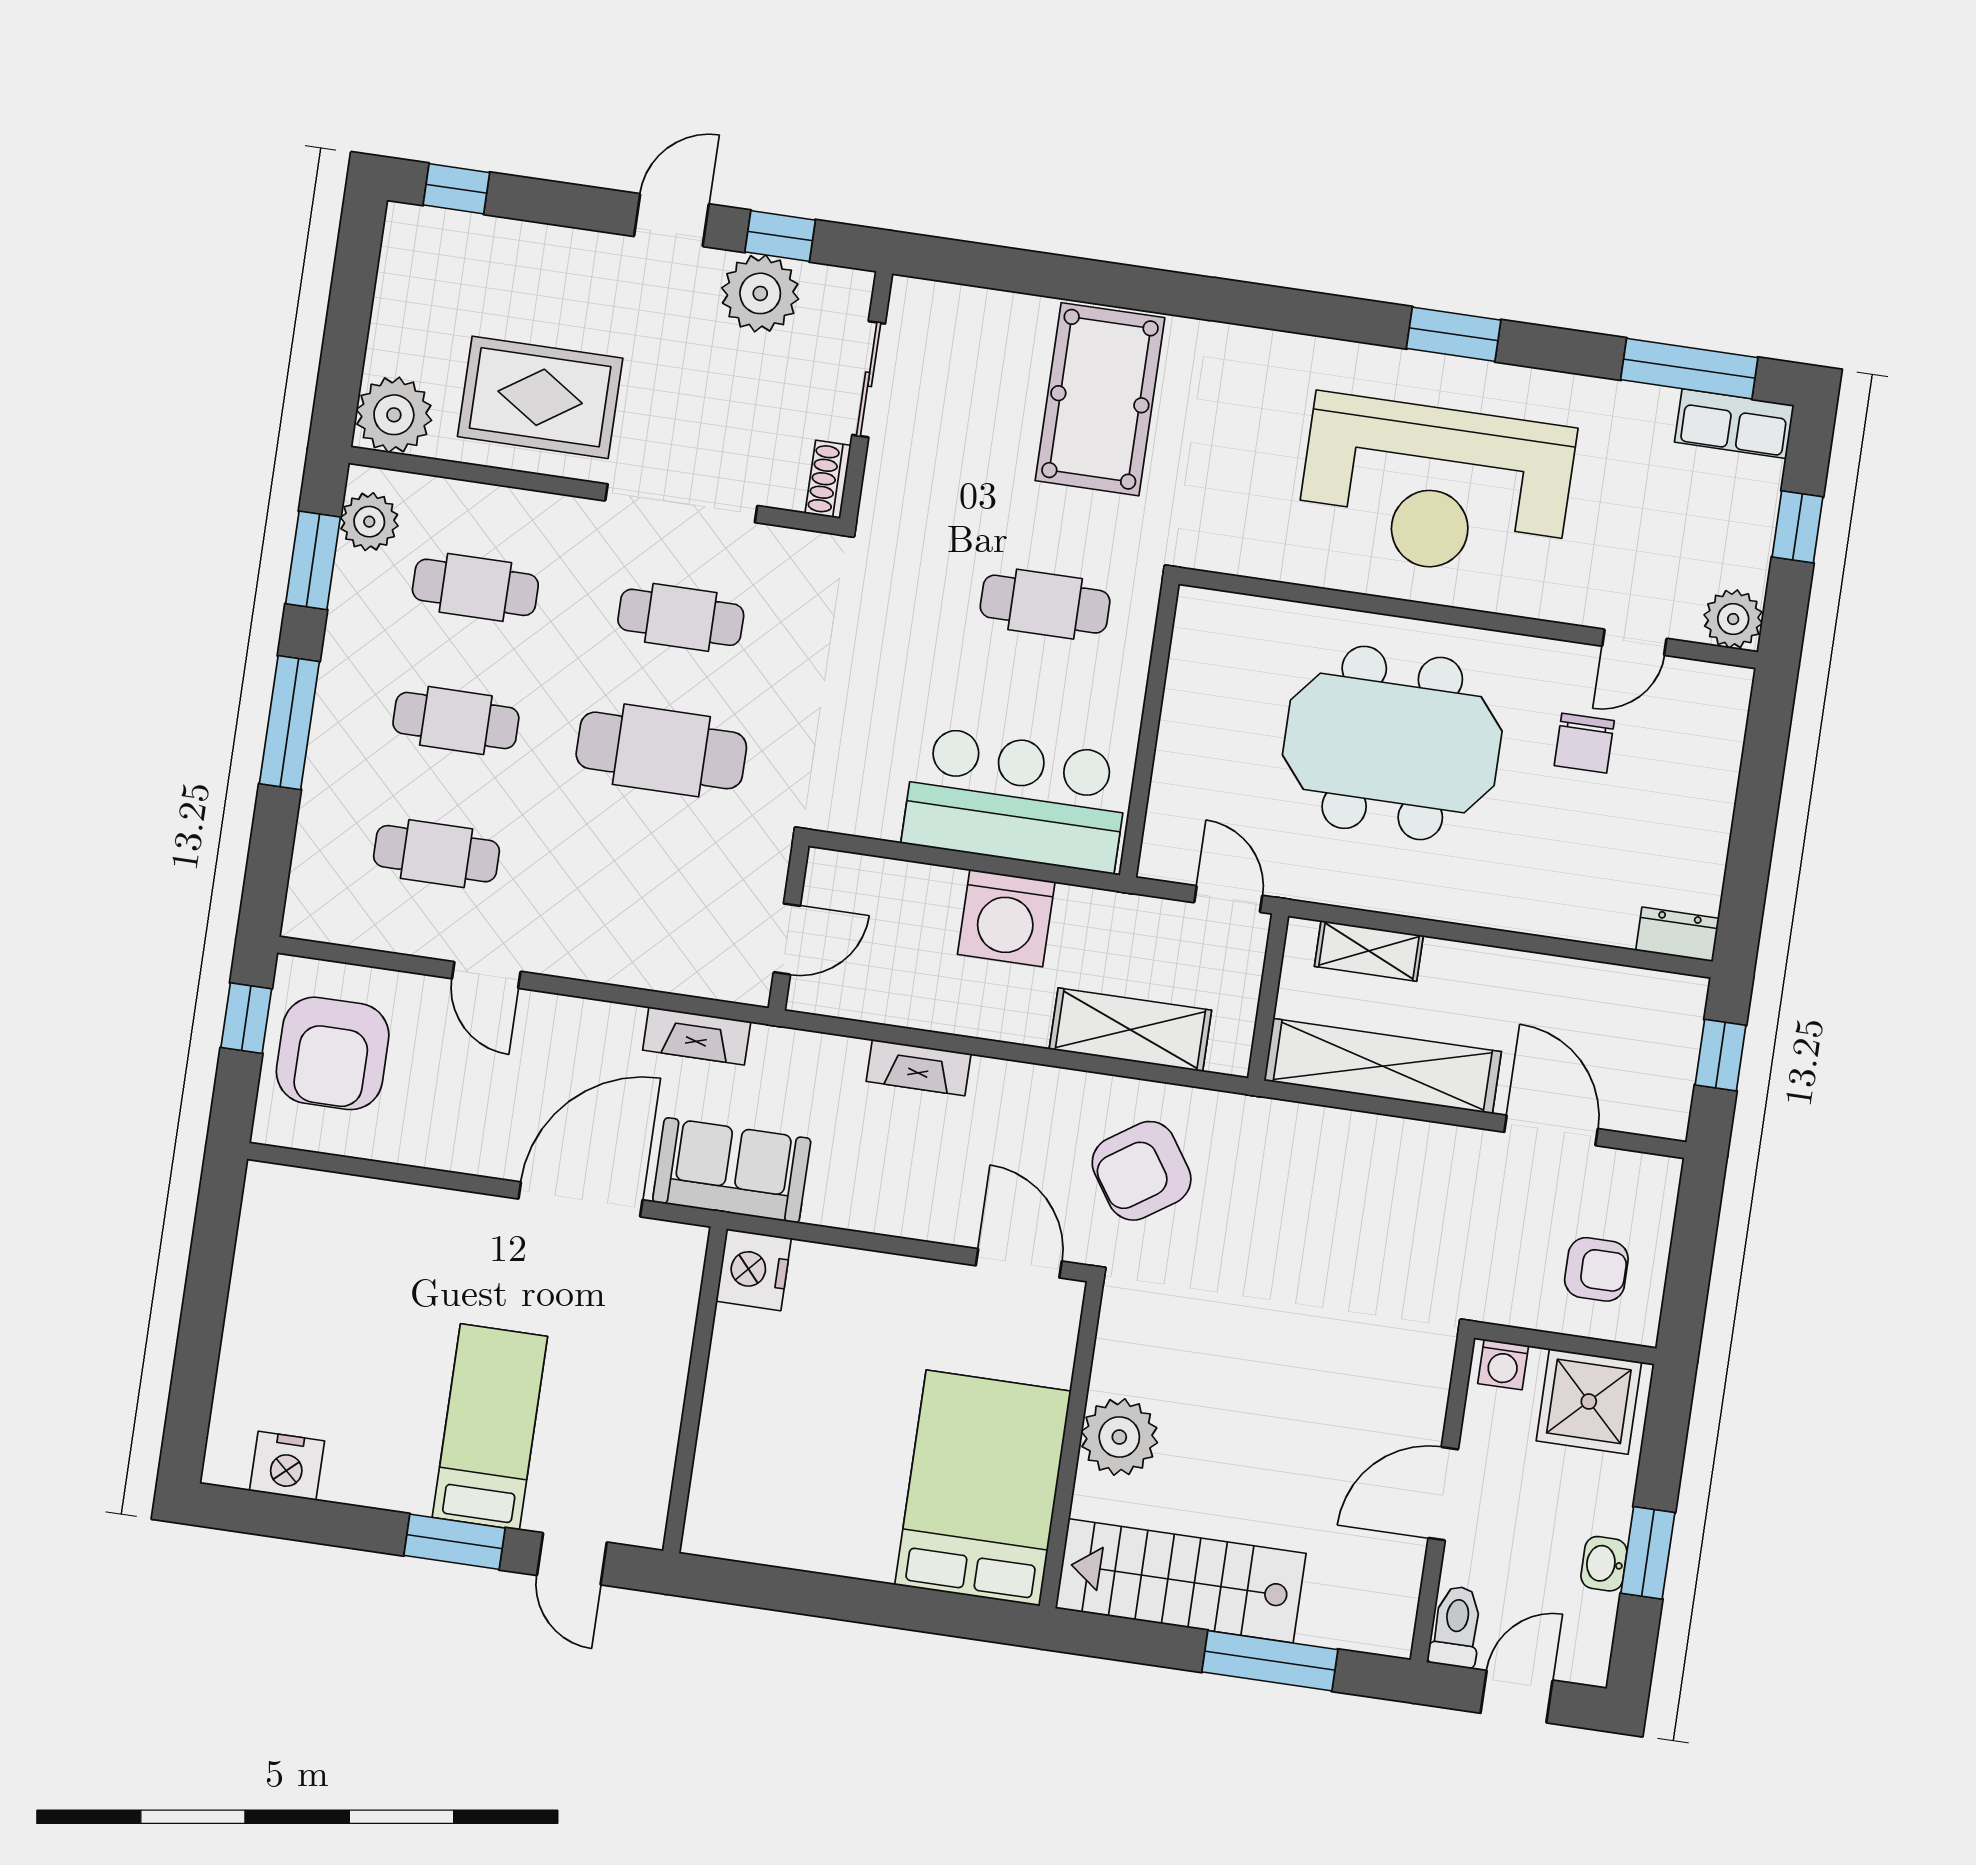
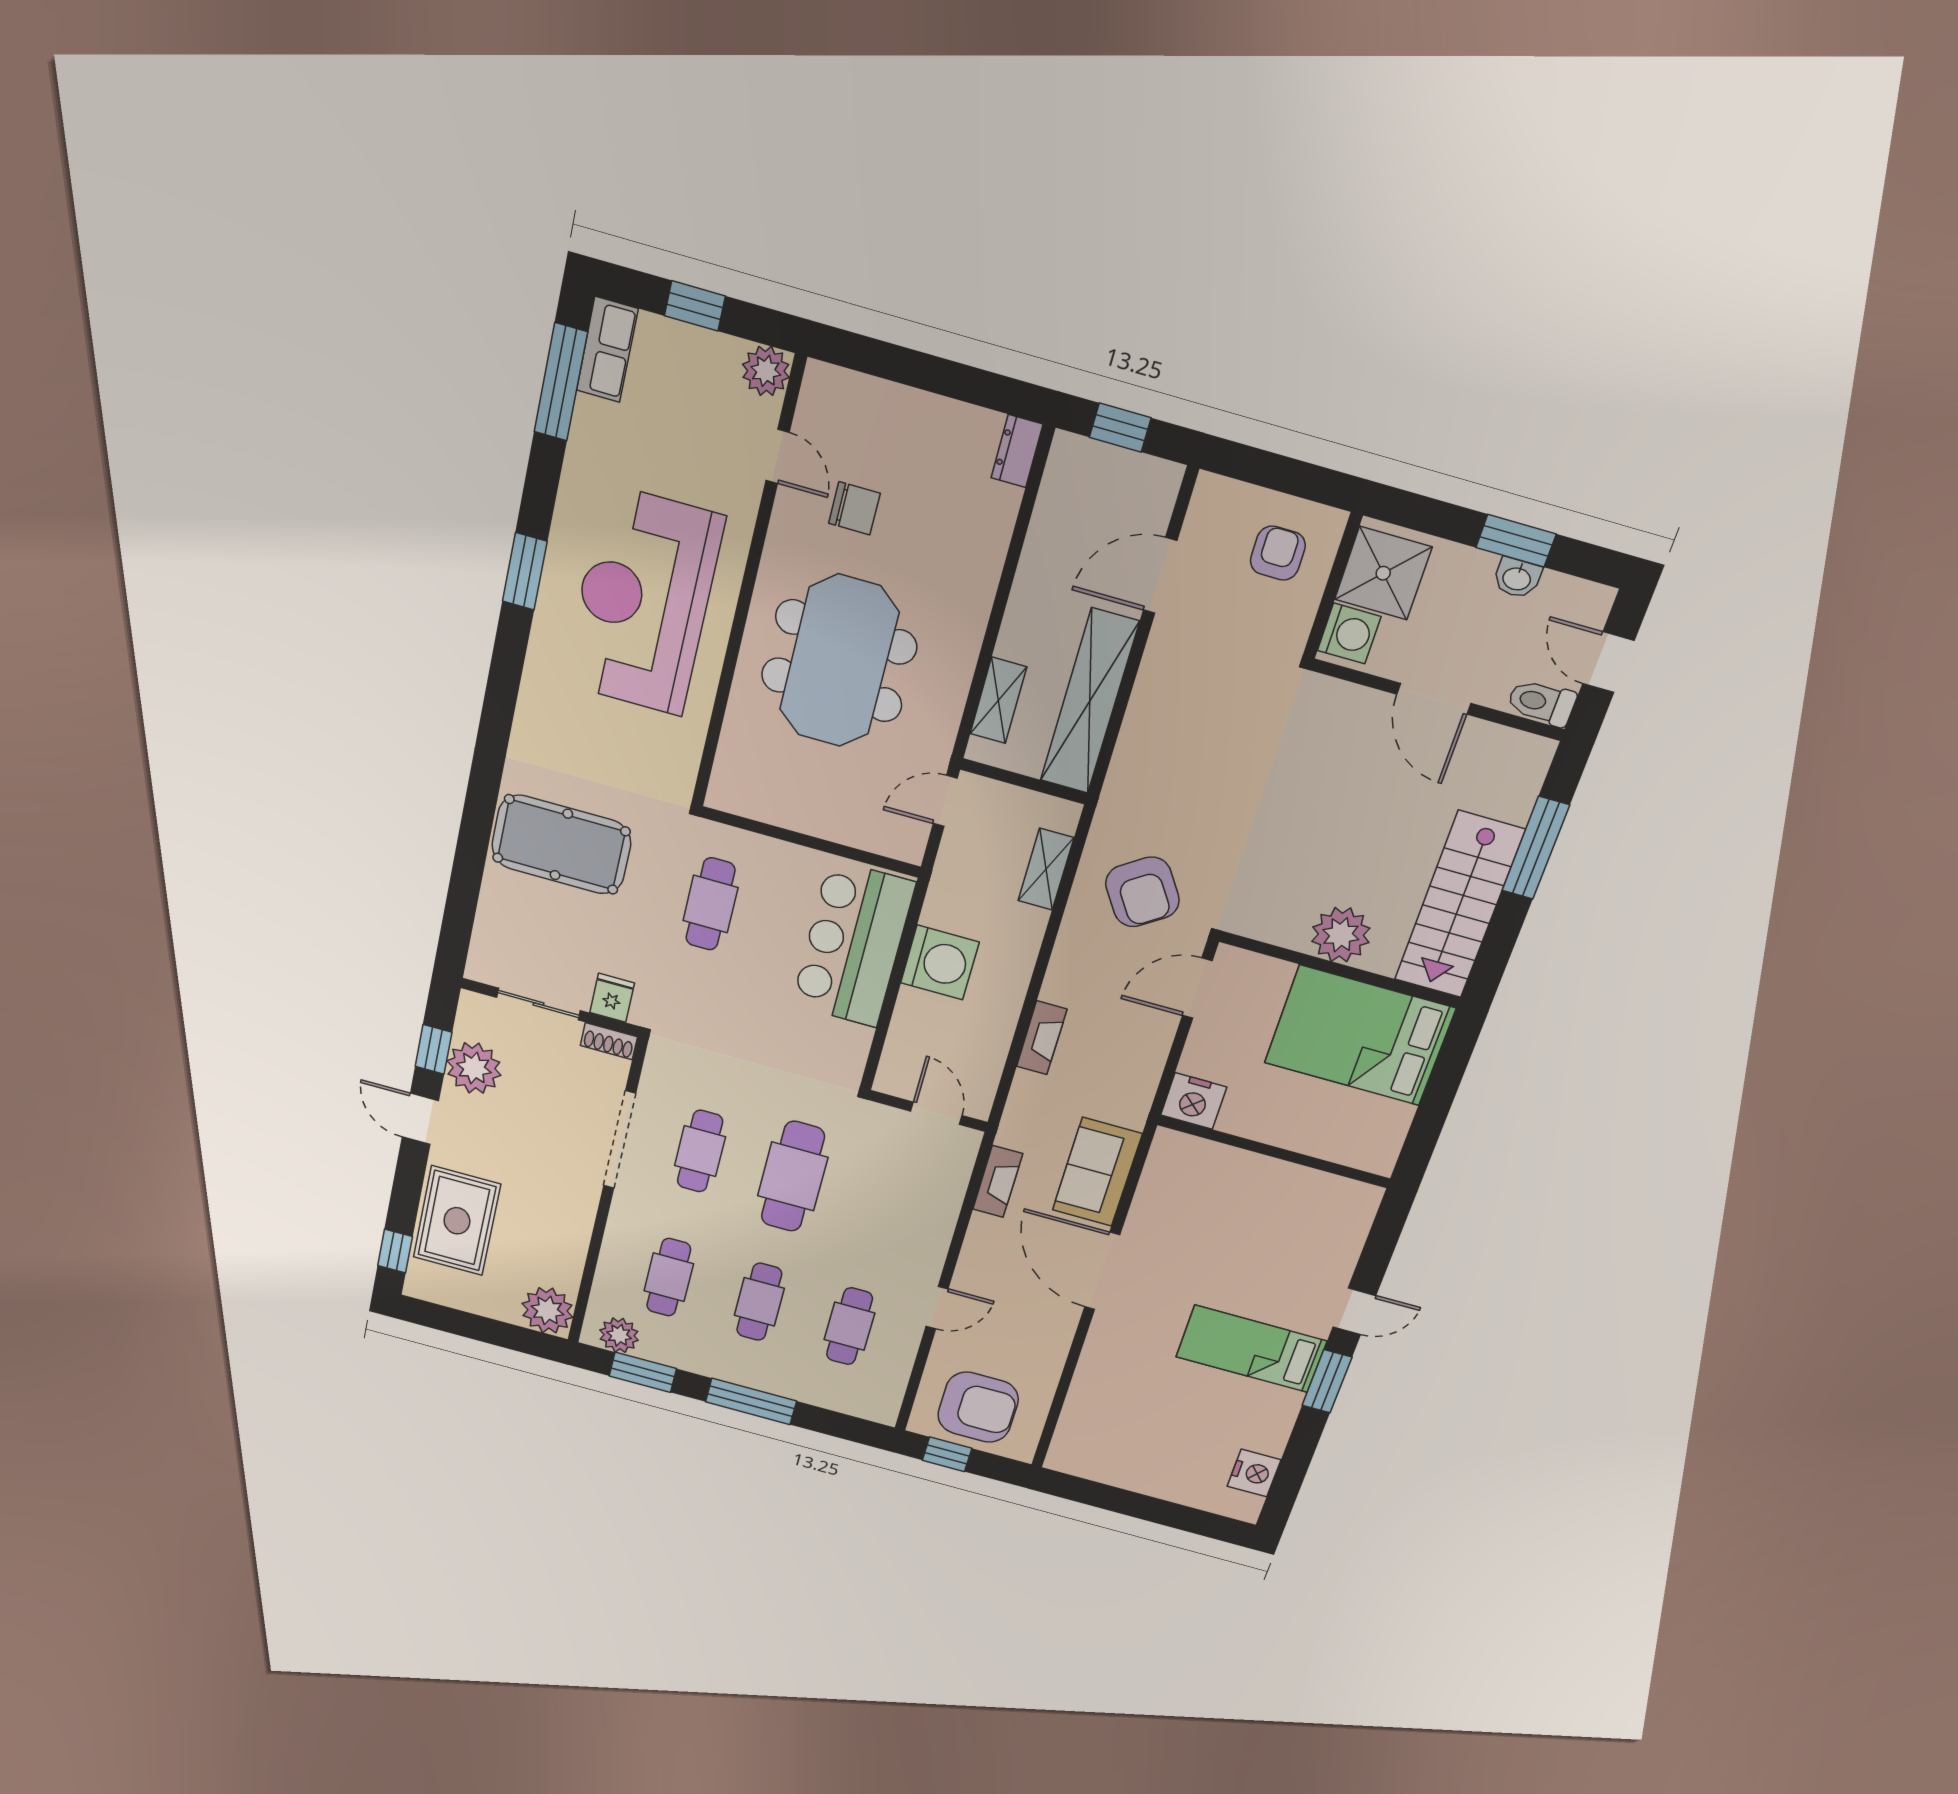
rug: (540, 397) -> (457, 1221), moved
fridge: (892, 480) -> (612, 998), added
reception desk: (1436, 488) -> (643, 601), turned 180
shelving: (1130, 1030) -> (1046, 869), width x0.67, depth x0.75
nightstand: (754, 1270) -> (1194, 1101), moved
washing machine: (1503, 1365) -> (1349, 633), width x1.38, depth x1.38
wall: (695, 1390) -> (1274, 1152), moved

